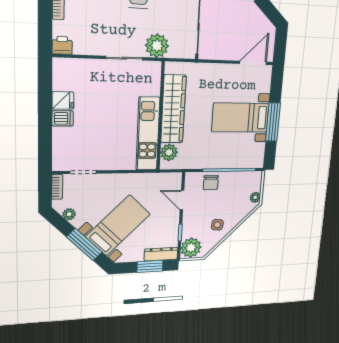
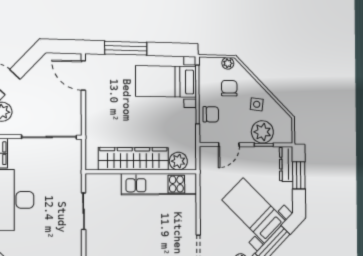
plant: (157, 46) -> (70, 179), removed
bed with nightstands: (240, 118) -> (166, 81), moved, turned 90
window: (273, 122) -> (126, 48), moved
chair: (233, 199) -> (229, 88), added
plant: (191, 248) -> (262, 132), moved

